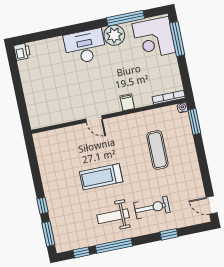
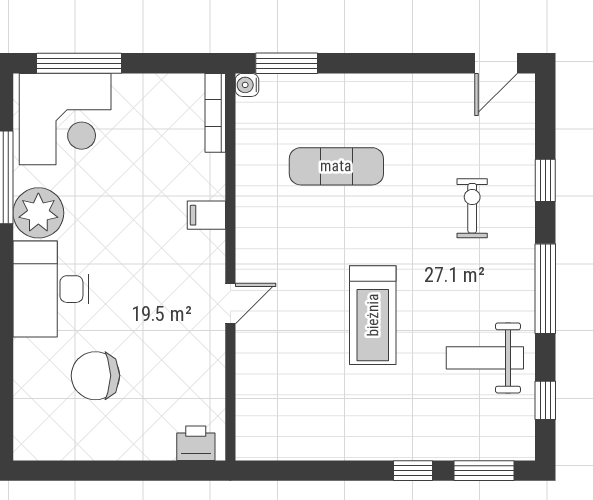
printer: (22, 52) -> (196, 443), moved
chair: (54, 71) -> (95, 376), added
exercise bike: (152, 208) -> (472, 208), width x0.73, depth x0.72
weight bench: (113, 216) -> (485, 358), moved, turned 90
window: (114, 246) -> (545, 289), moved

